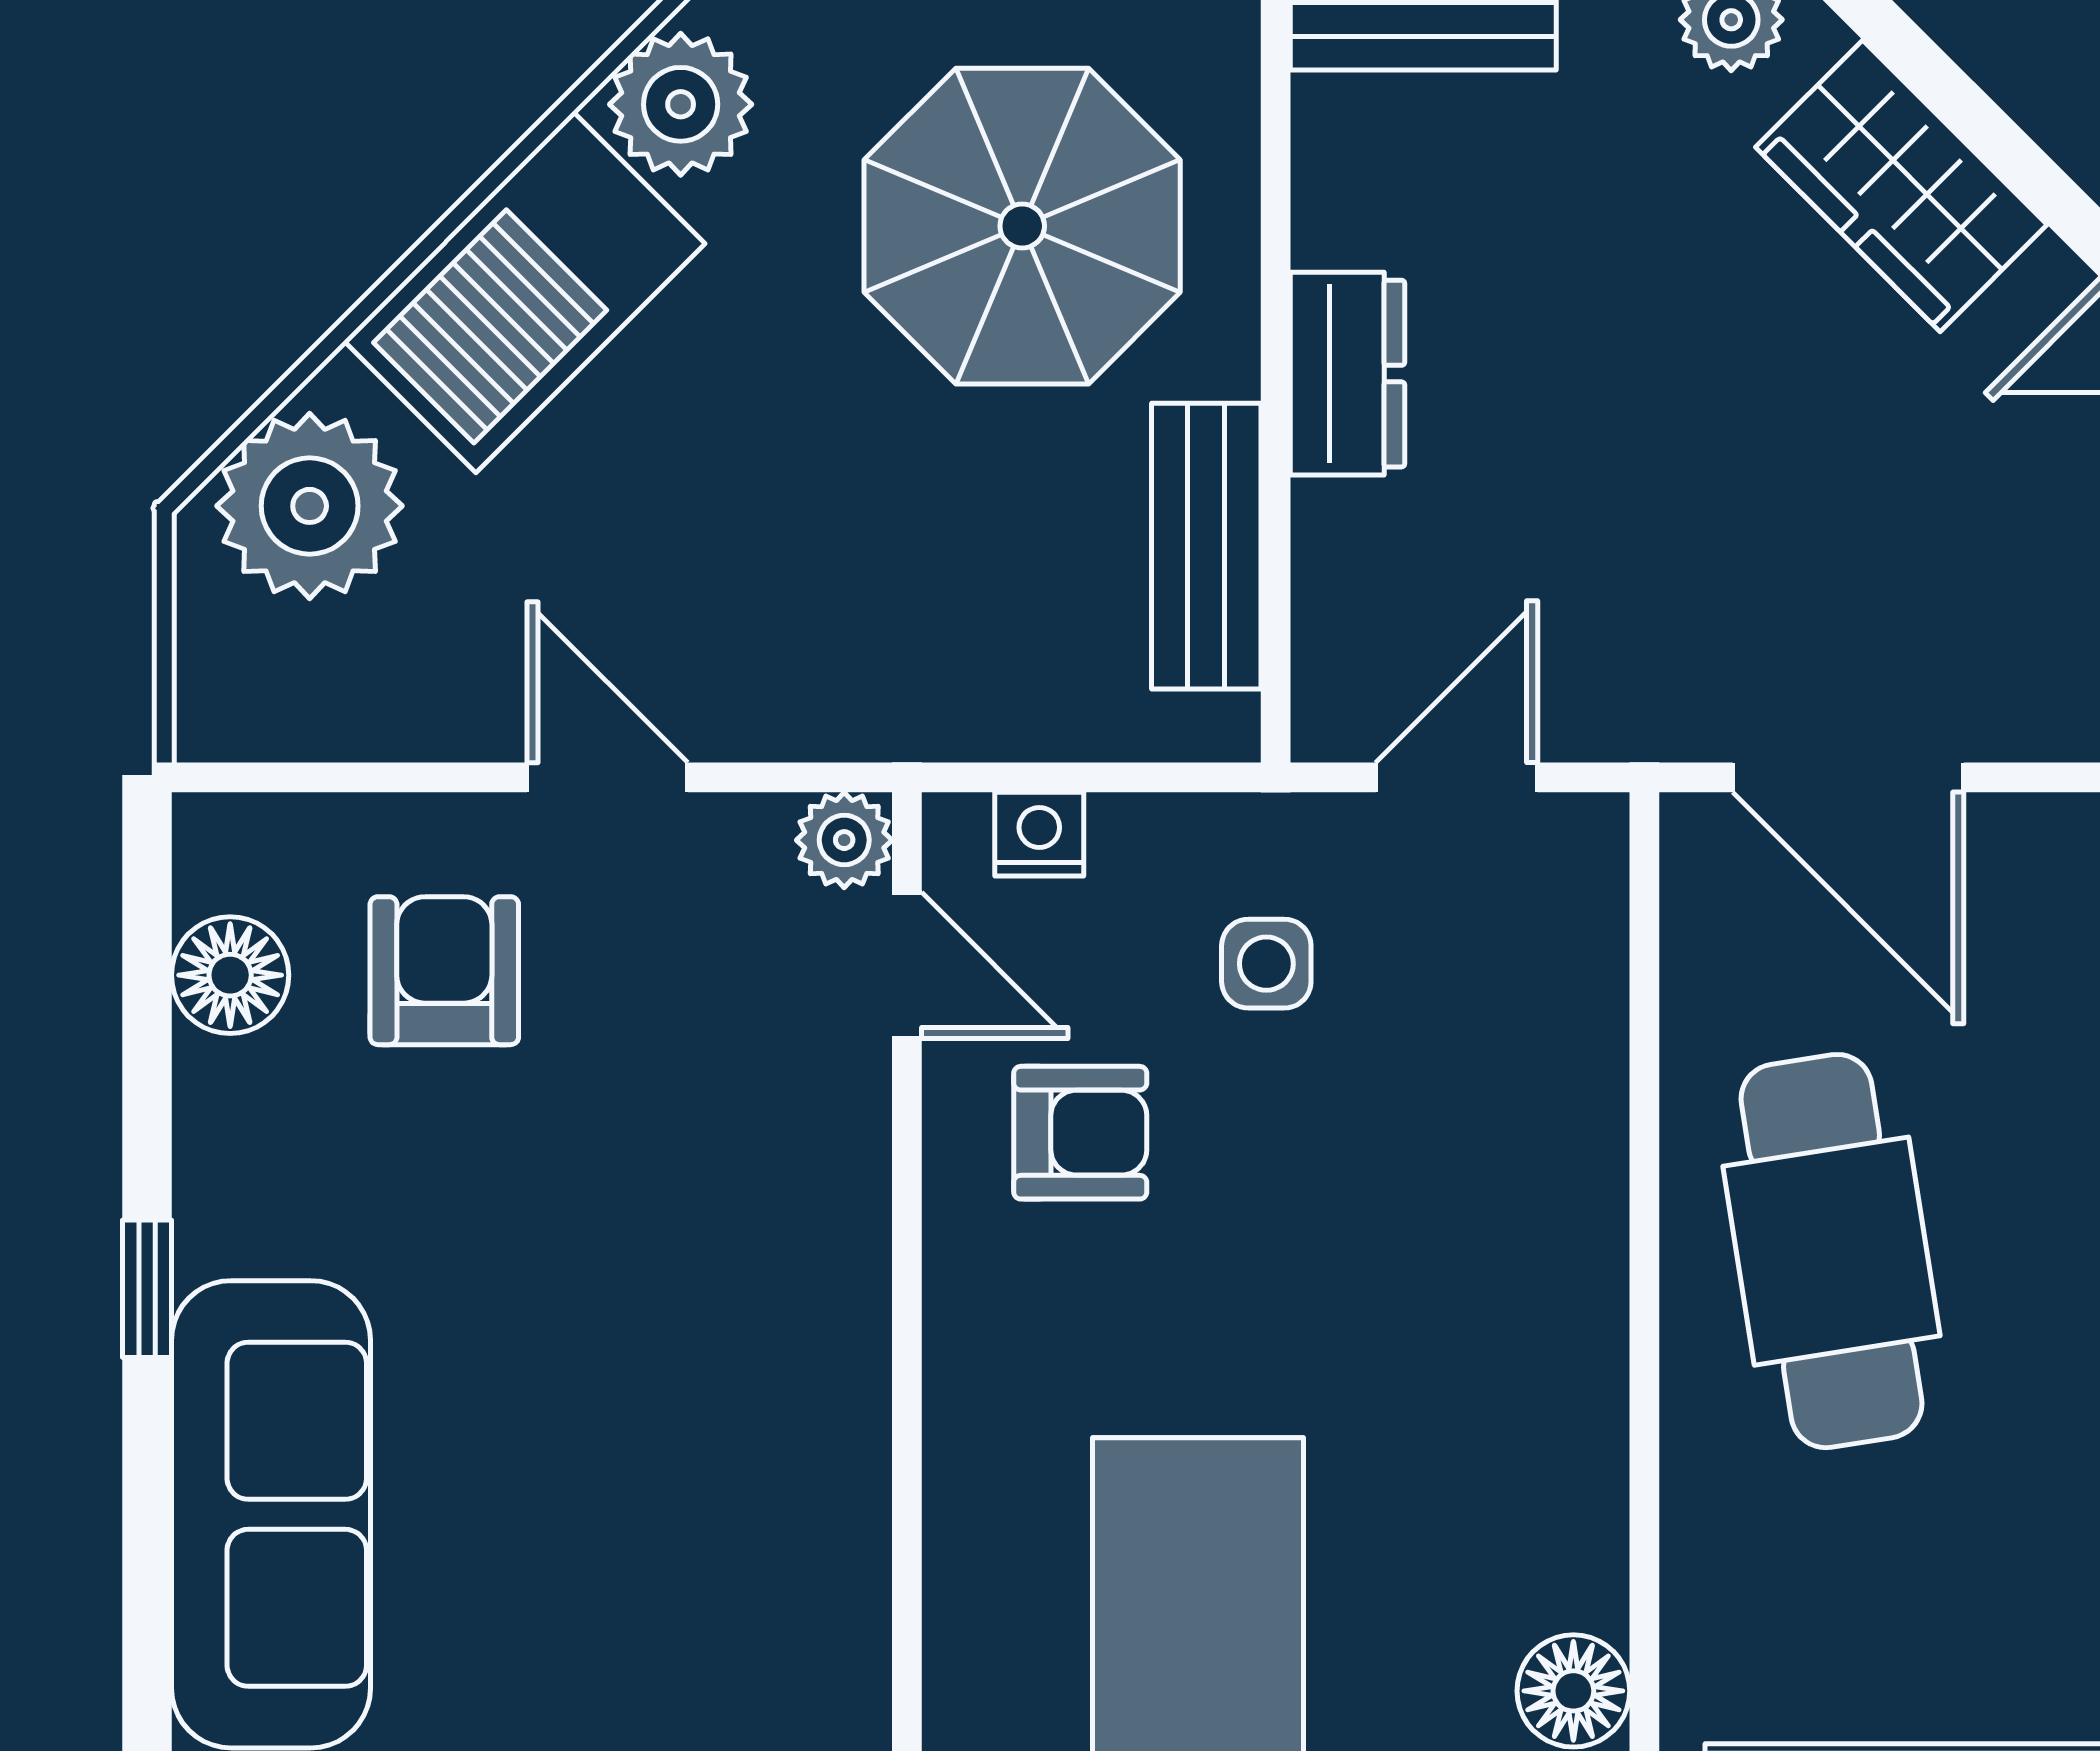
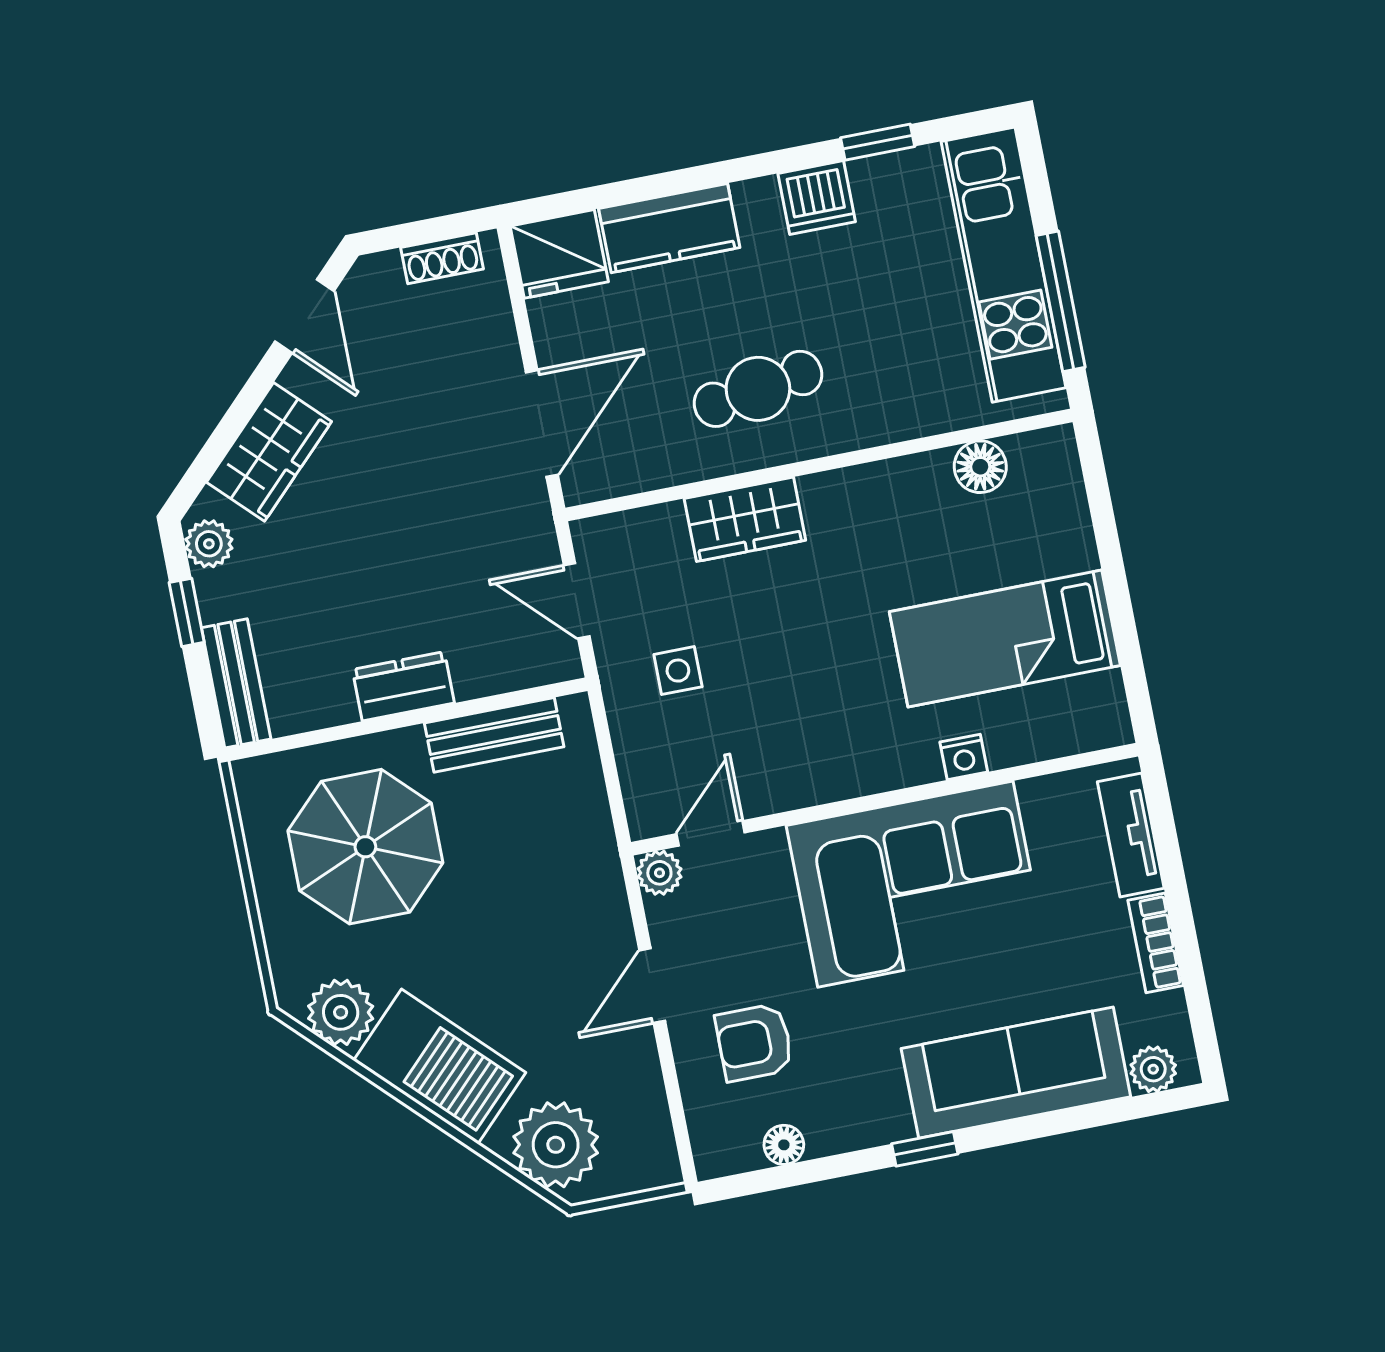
nightstand: (1039, 834) -> (964, 757), moved, turned -90
floor lamp: (230, 975) -> (784, 1145), width x0.73, depth x0.73
armchair: (1080, 1133) -> (771, 740), removed
wardrobe: (1560, 1169) -> (745, 519), added
cafe table: (1831, 1251) -> (758, 389), width x0.73, depth x0.74
corner sofa: (713, 1379) -> (915, 884), added

